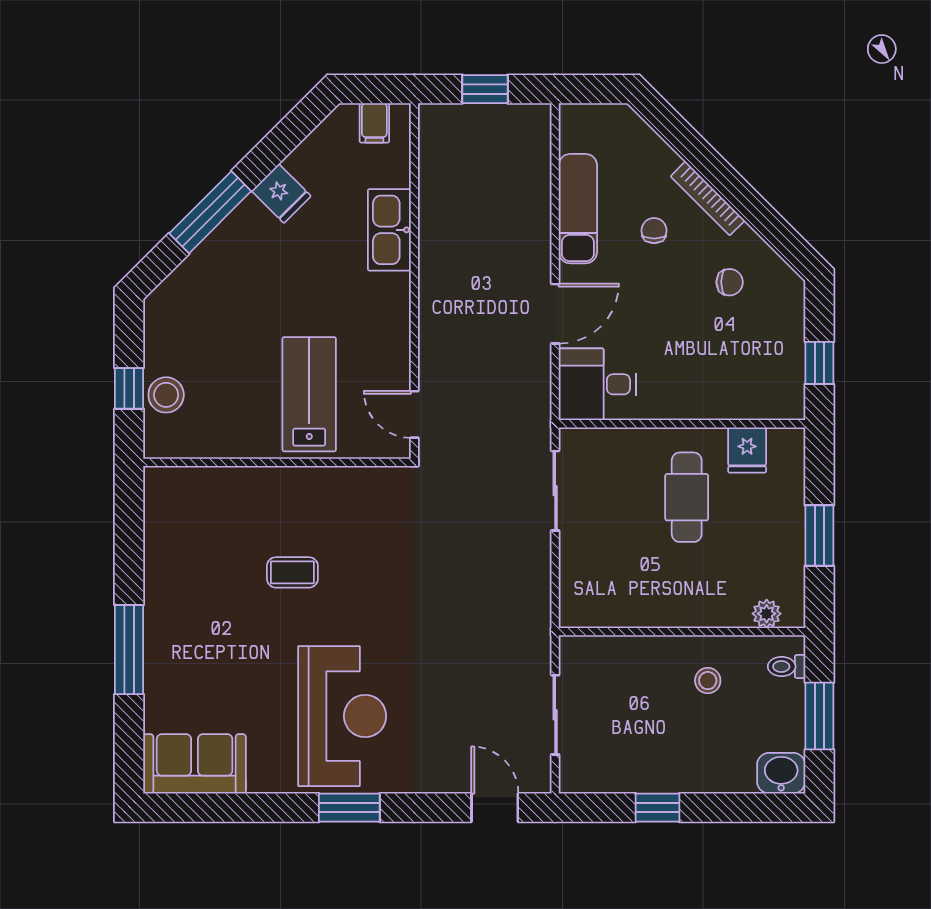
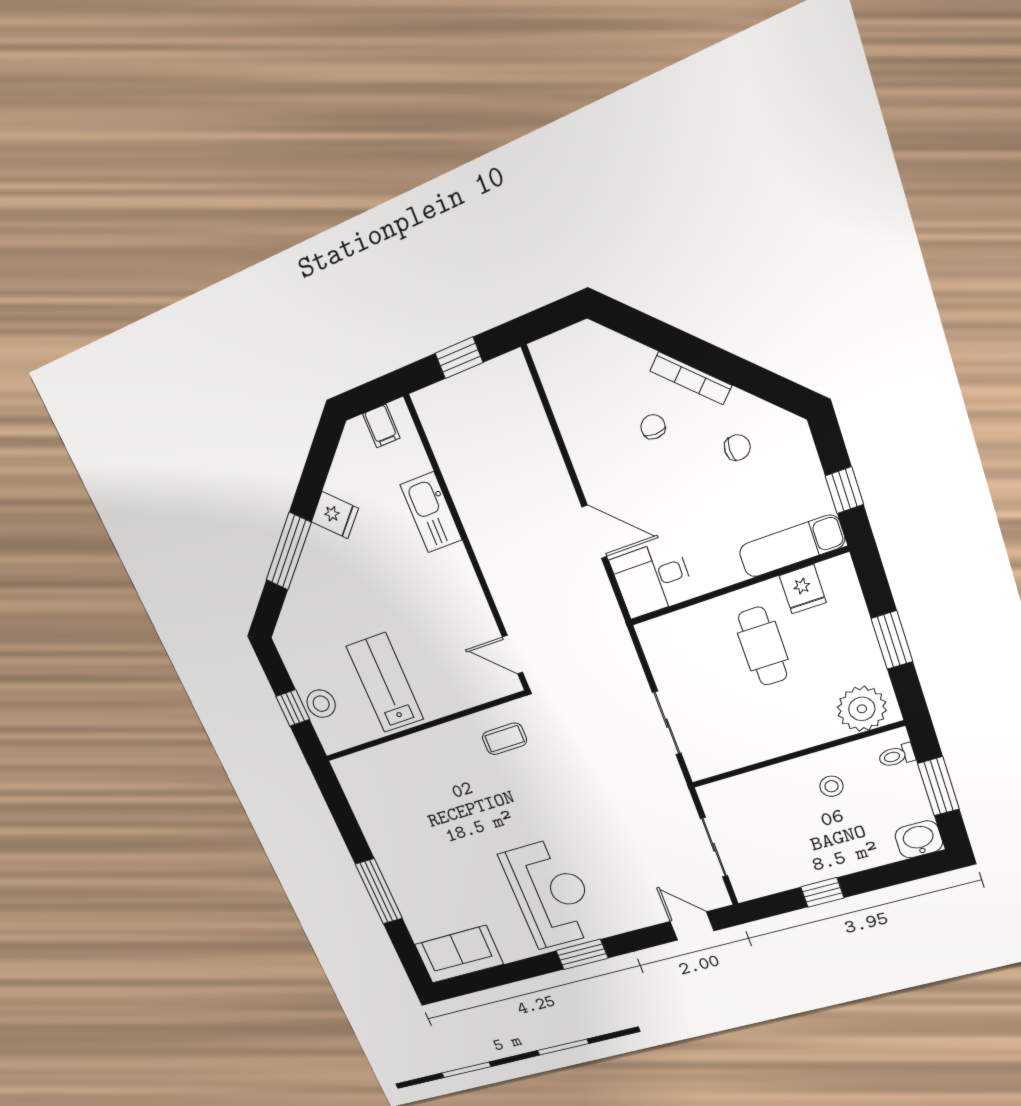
exam couch: (578, 209) -> (792, 546), moved, turned -90
door: (555, 314) -> (594, 532), hinge flipped
lab bench: (309, 394) -> (385, 683), moved
sliding door: (555, 491) -> (667, 723), moved
coffee table: (292, 572) -> (505, 739), moved
plant: (767, 614) -> (862, 709), width x1.88, depth x1.88

